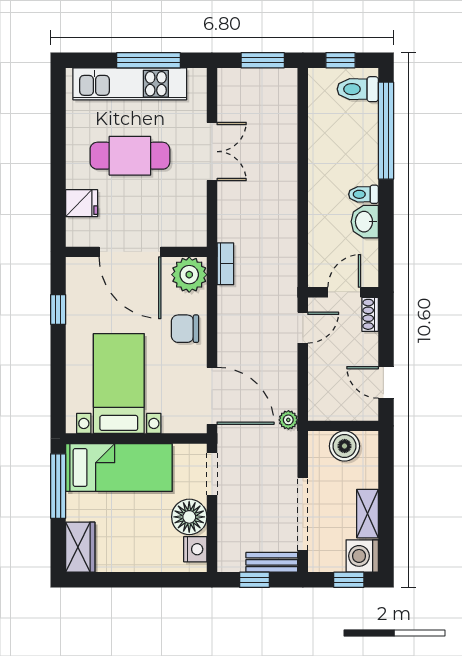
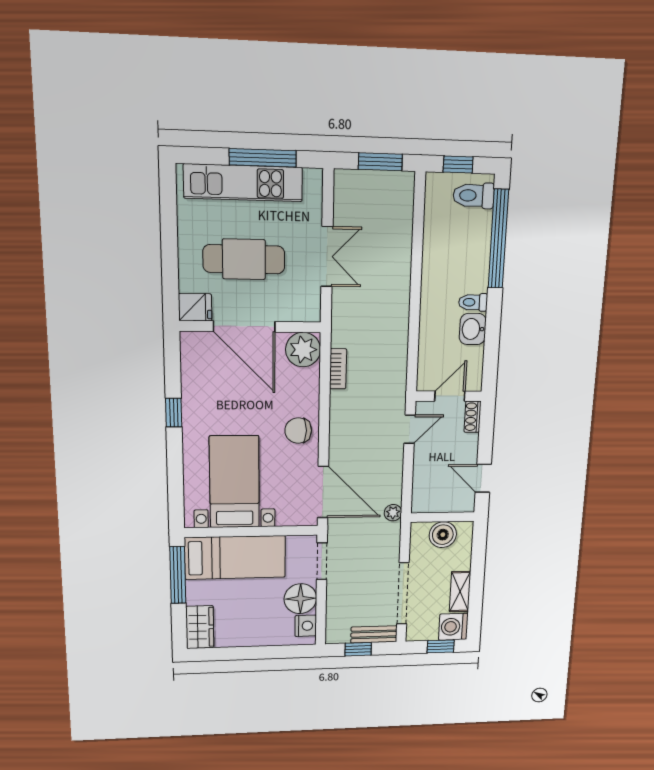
door: (130, 252) -> (244, 327), moved
wall: (136, 252) -> (251, 327), moved
plant: (189, 275) -> (303, 350), moved

